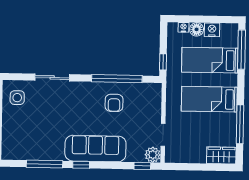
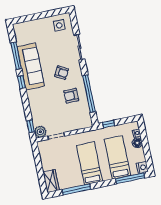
nightstand: (212, 30) -> (142, 167), moved
armchair: (81, 109) -> (62, 73), added
sofa: (95, 149) -> (31, 66), moved

